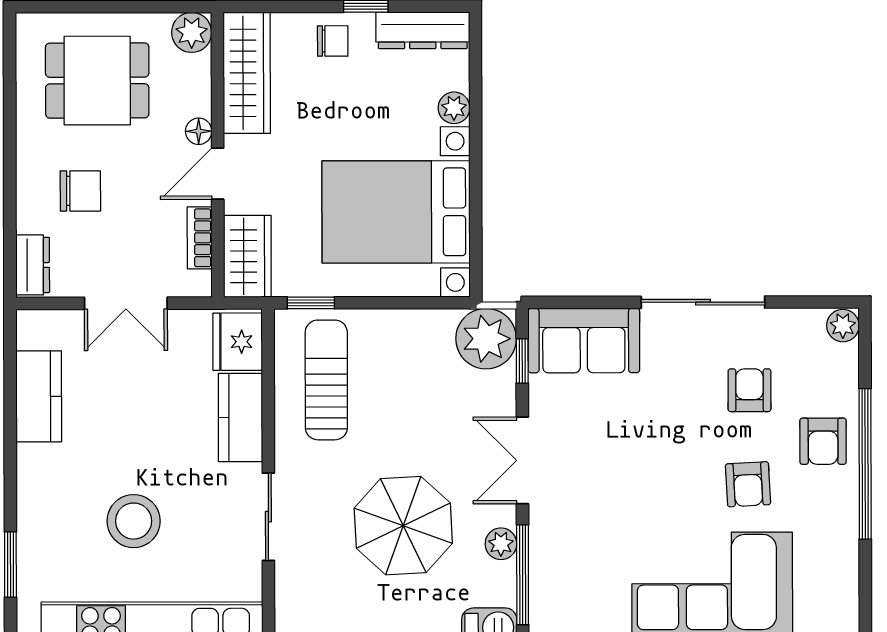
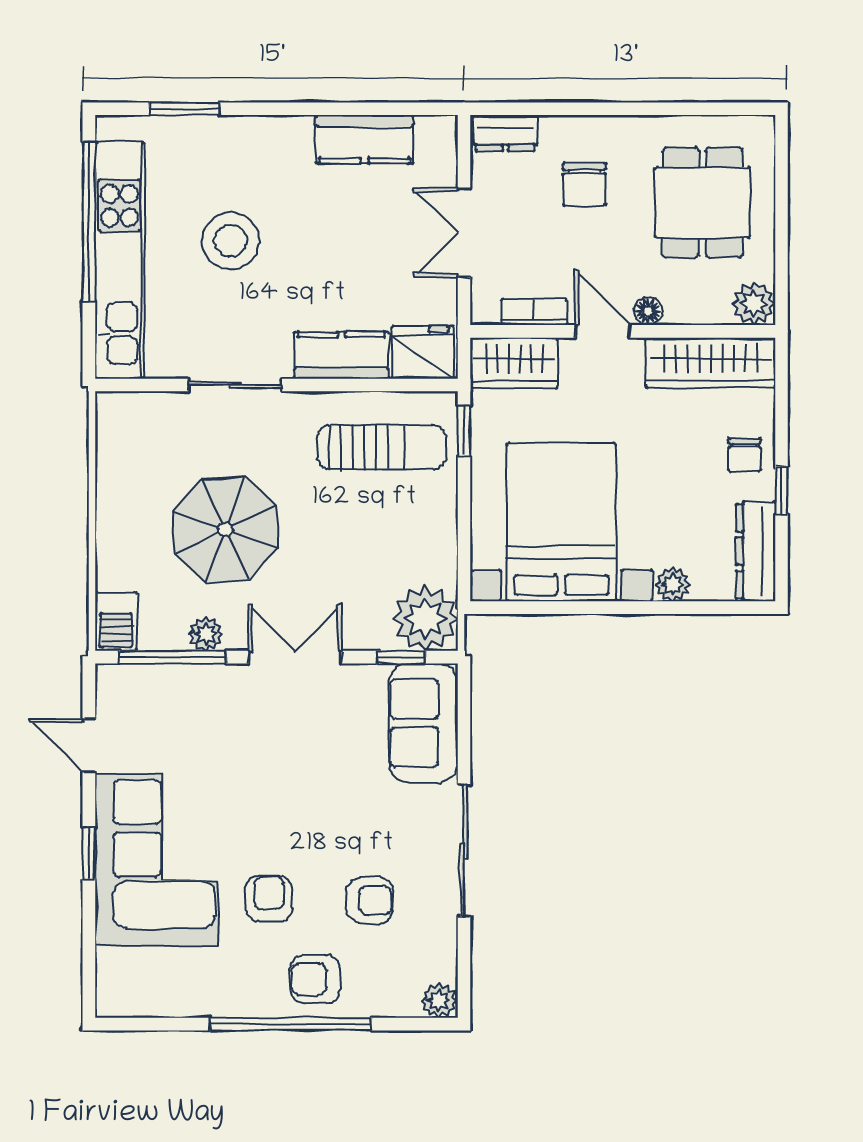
armchair: (748, 484) -> (269, 899), turned 93

